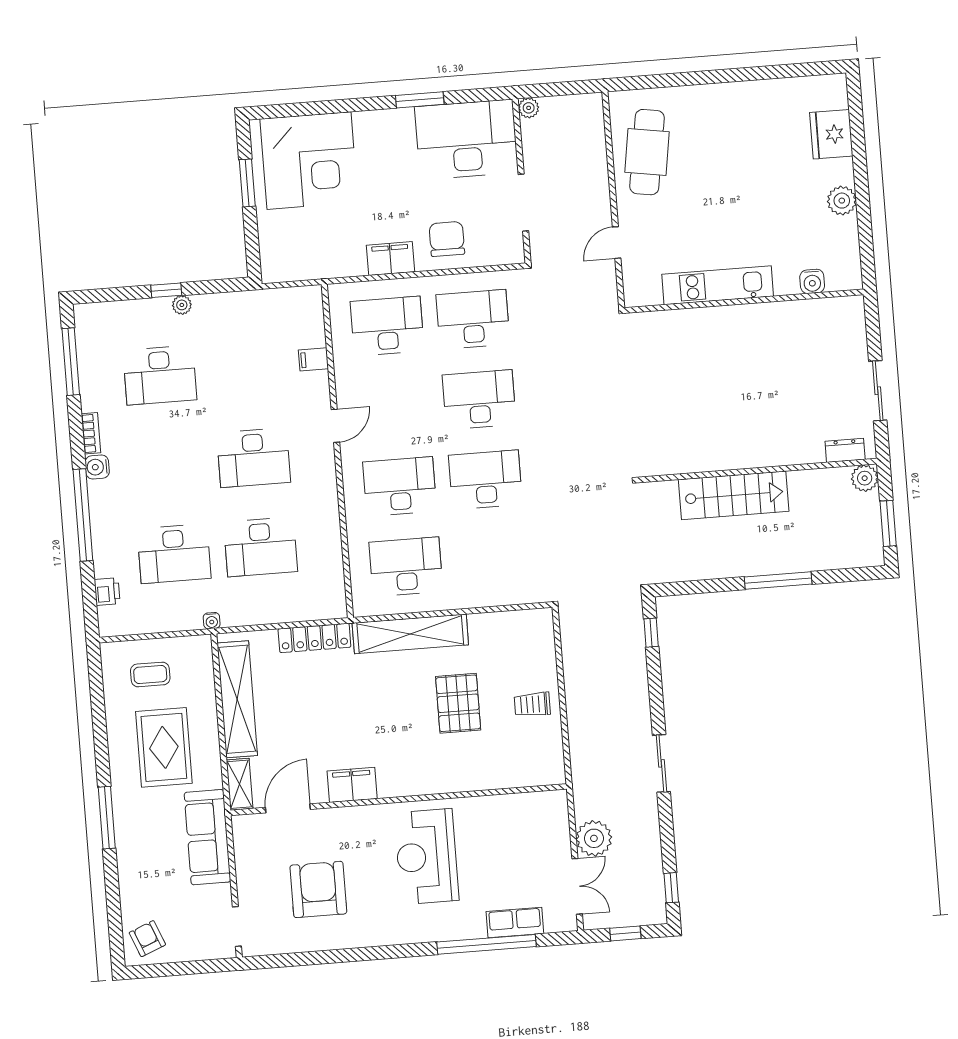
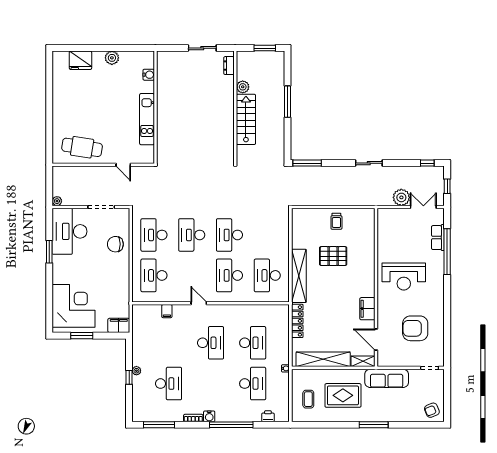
filing cabinet: (390, 258) -> (119, 325), moved, turned 90
plant: (865, 478) -> (243, 87), moved
window: (651, 633) -> (307, 163), width x2.17

